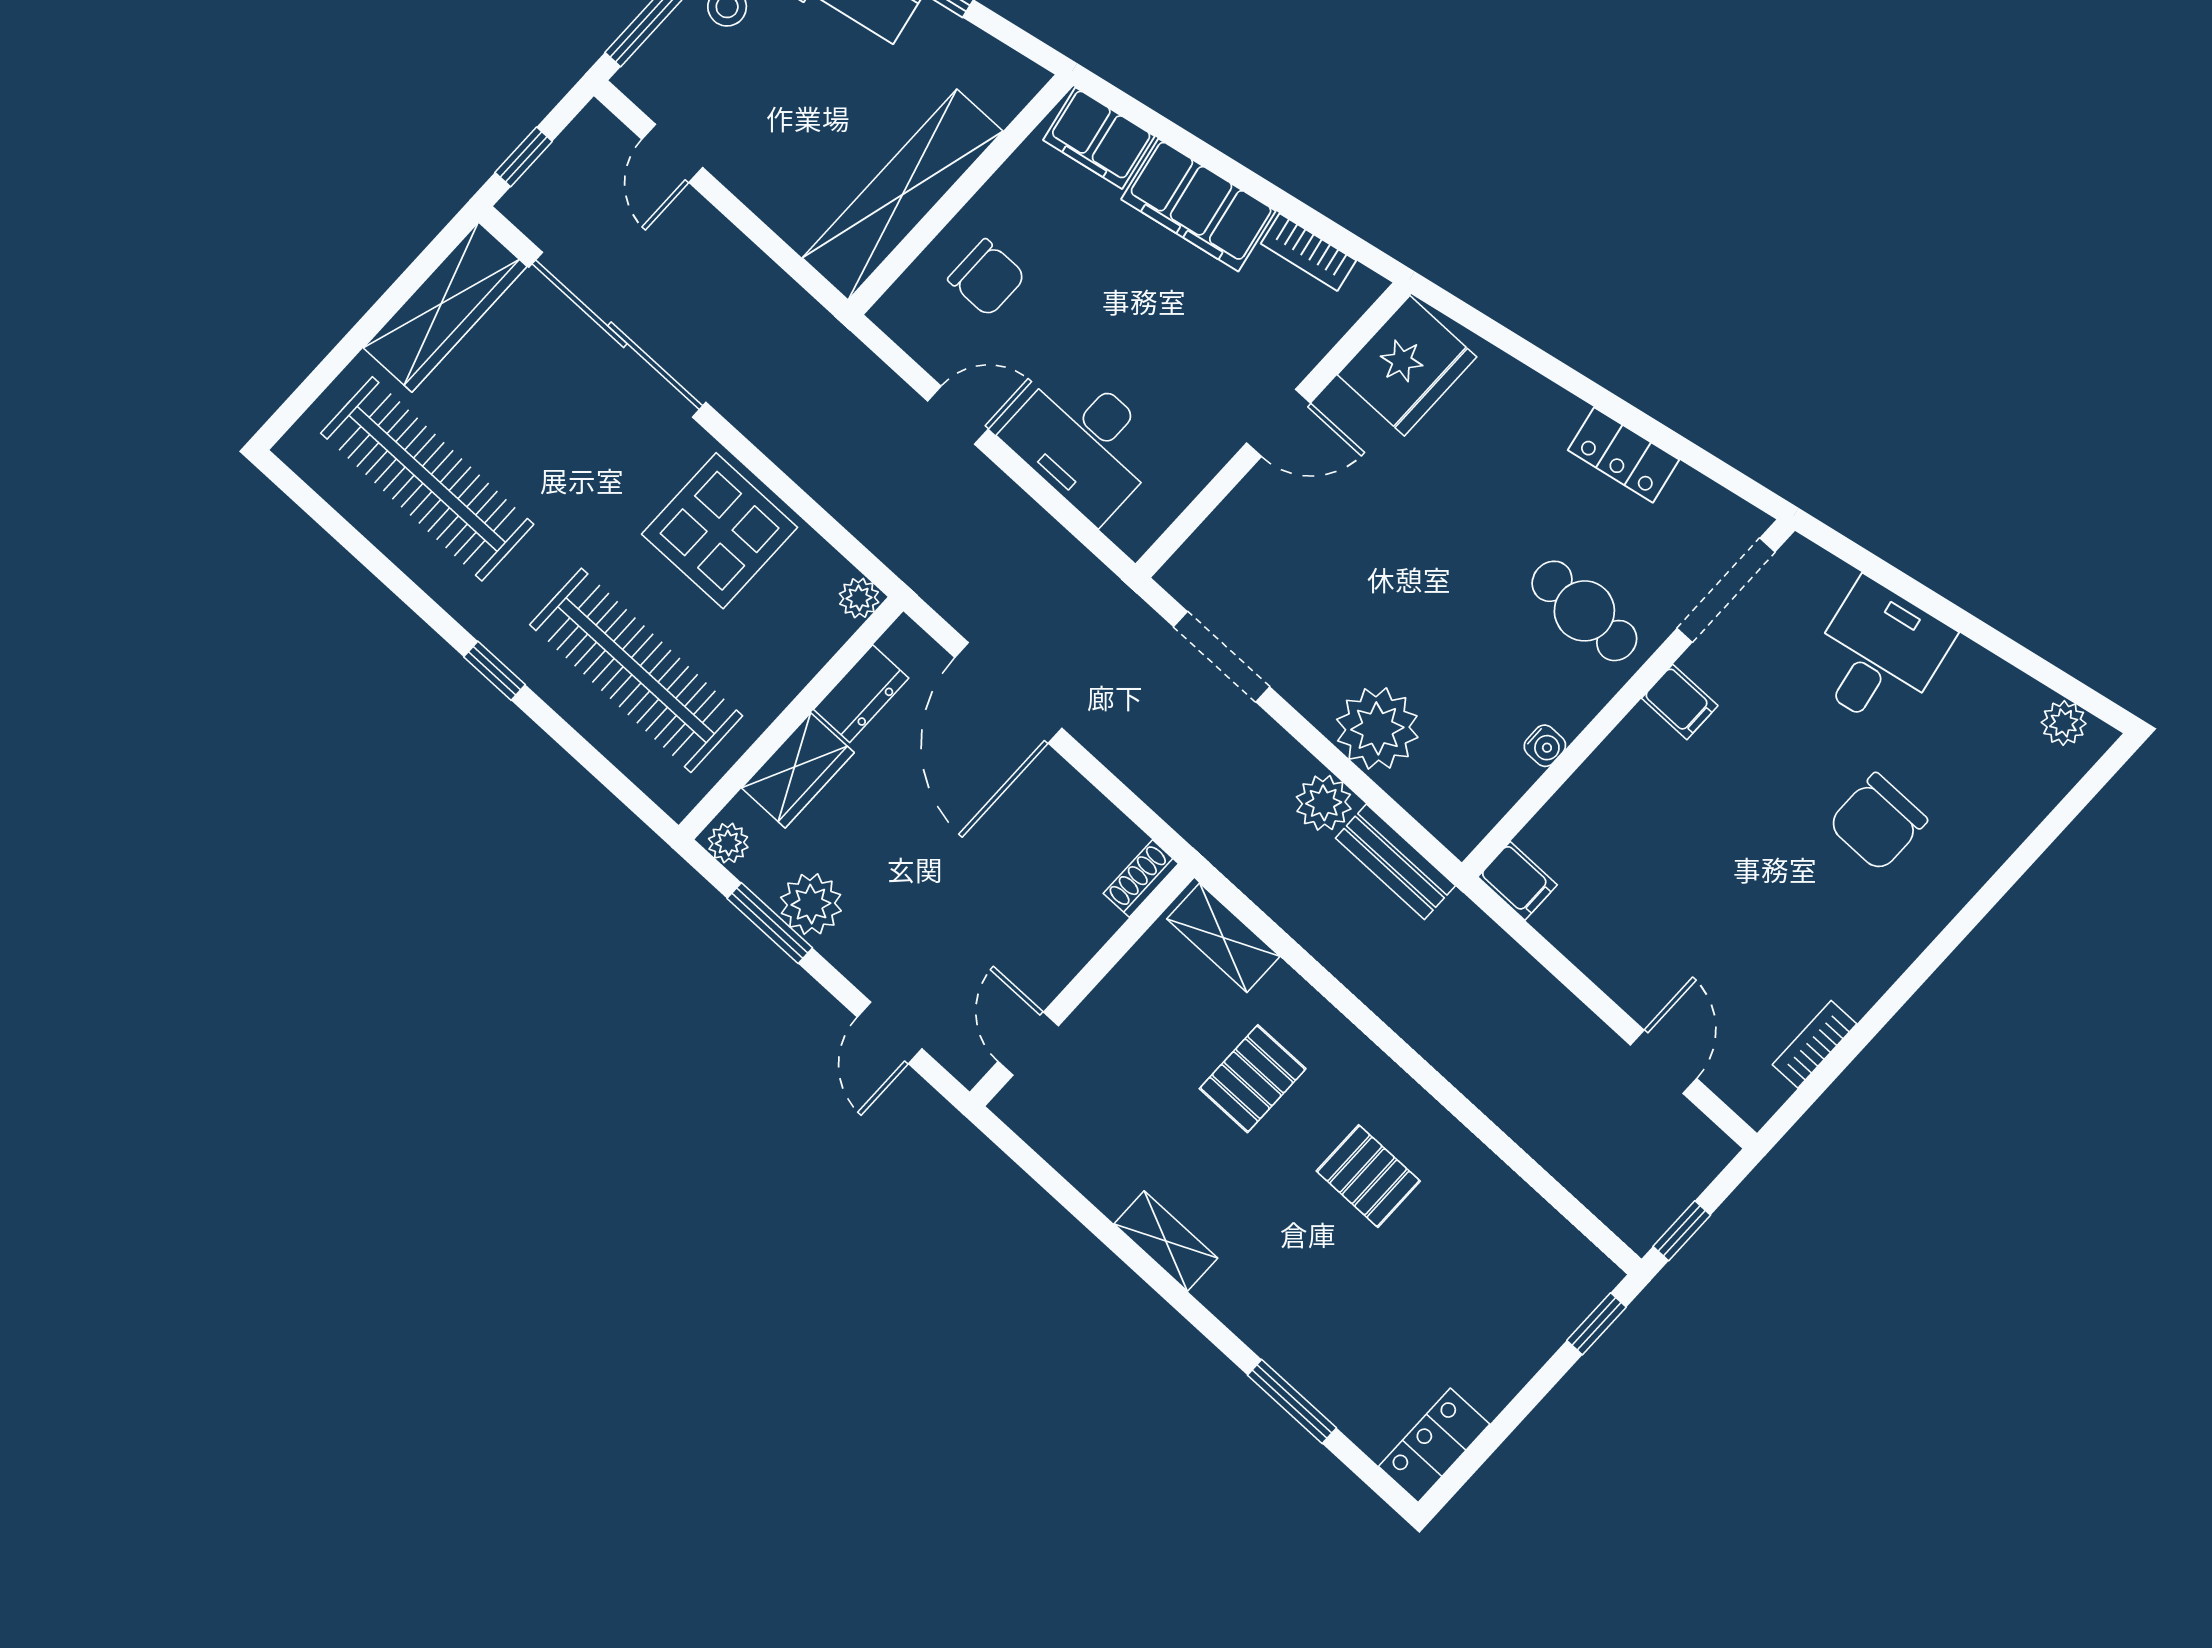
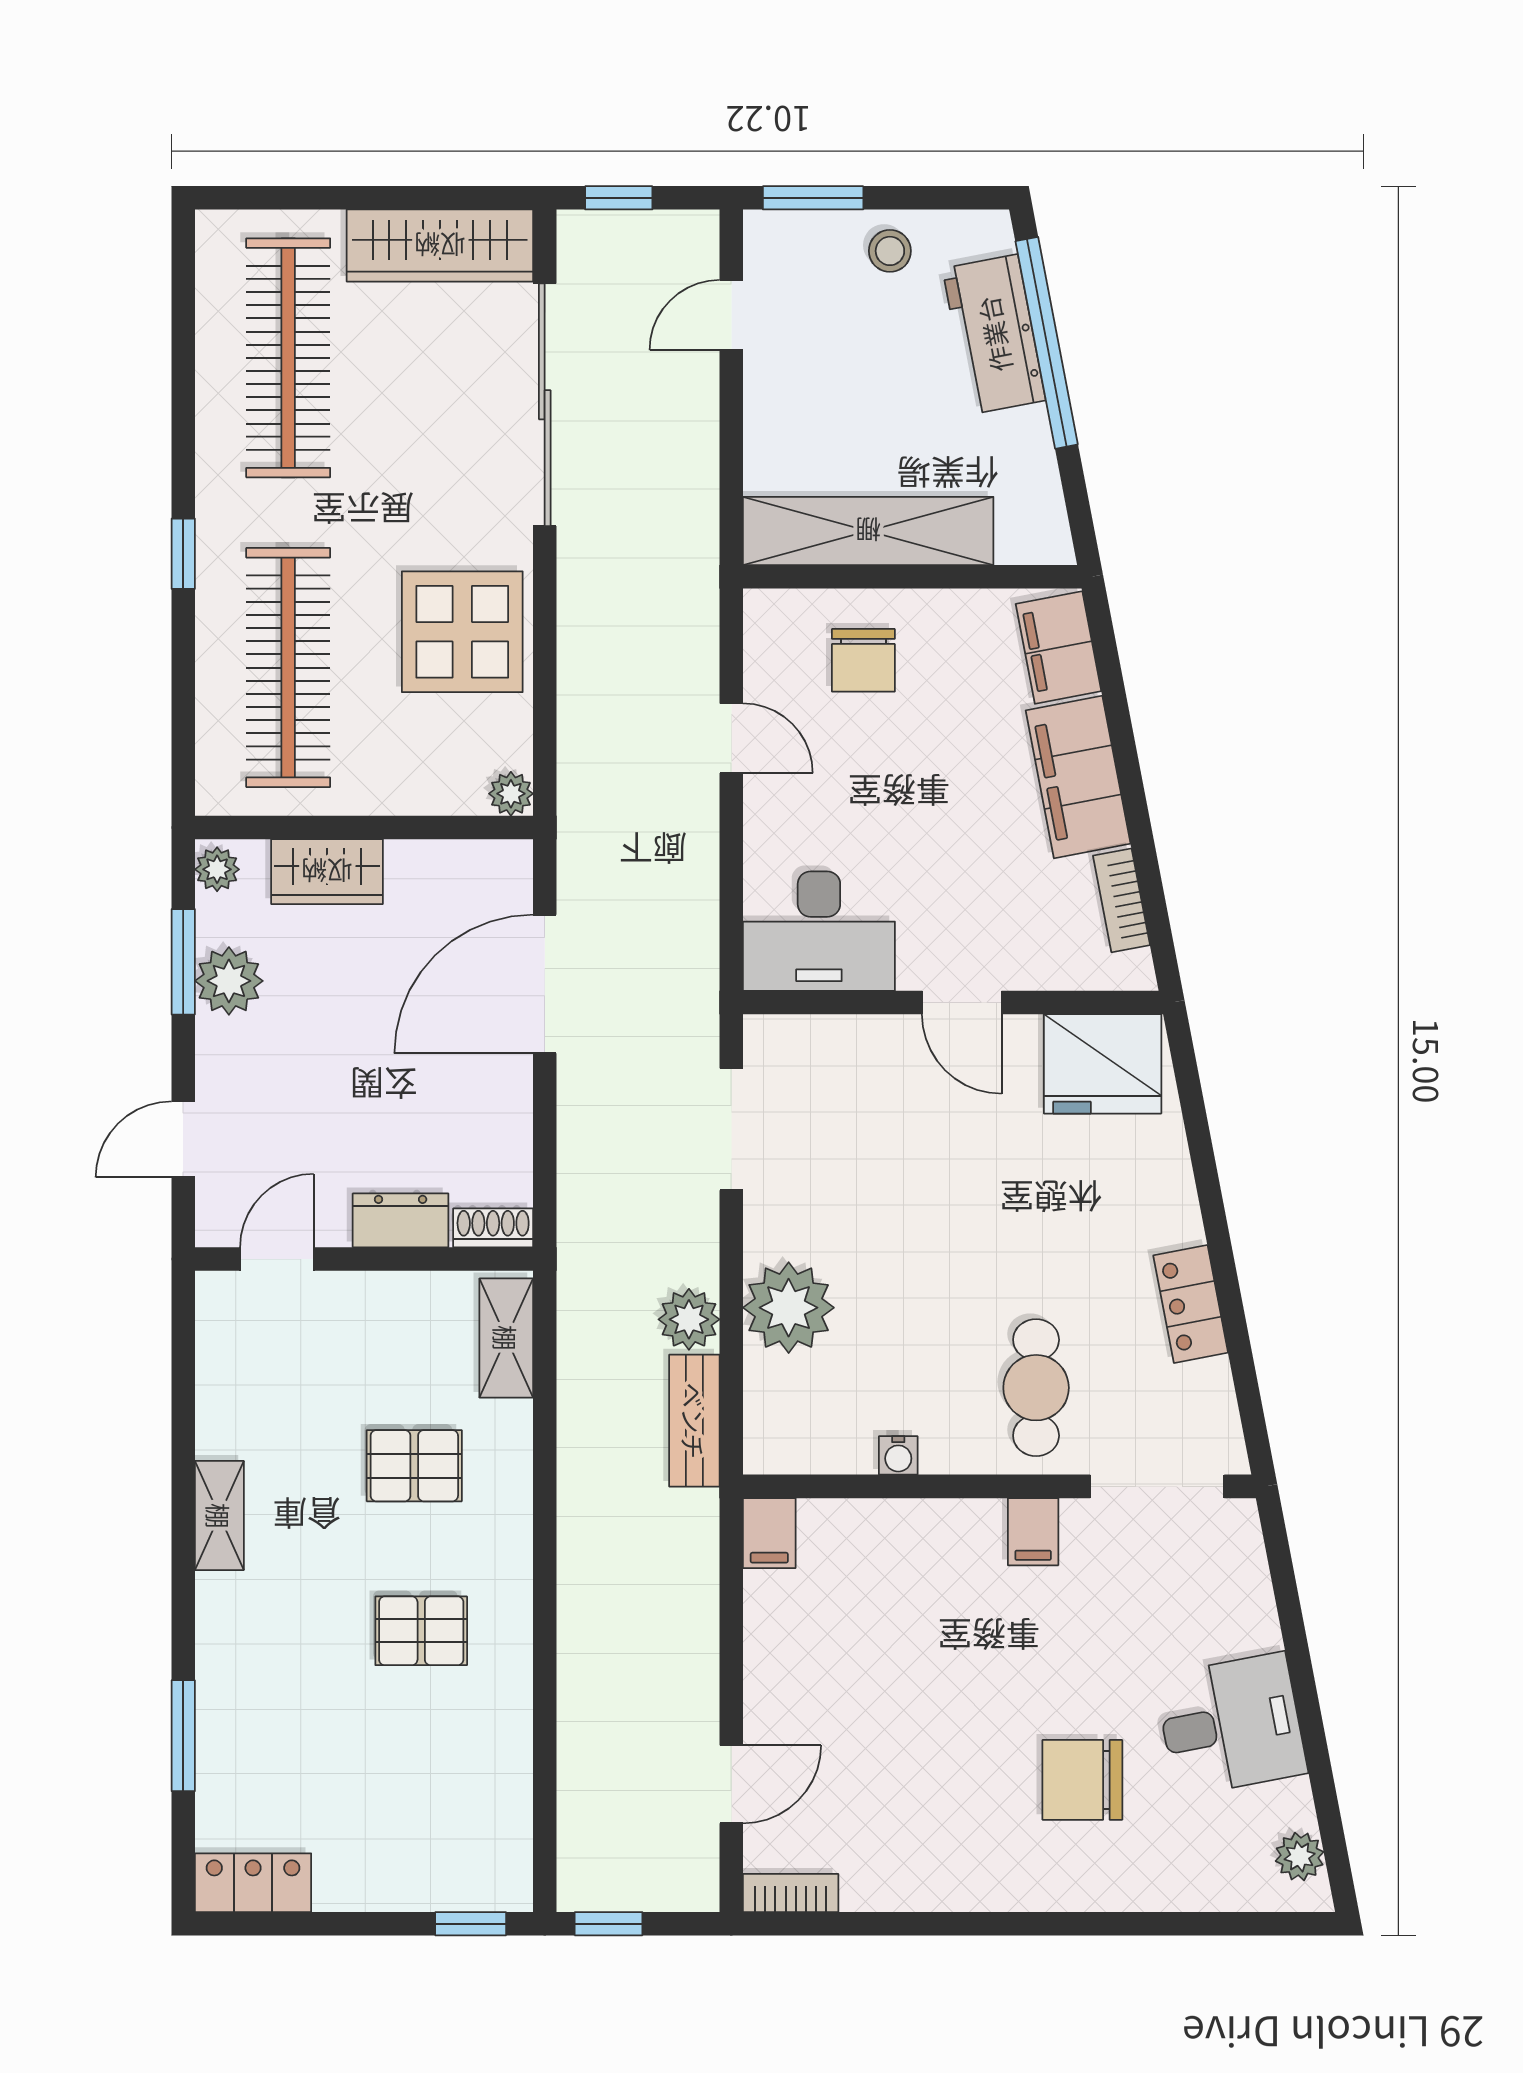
desk: (1084, 442) -> (819, 931), moved, turned -90
desk: (1878, 655) -> (1231, 1725), moved
dresser: (861, 694) -> (401, 1220), moved, turned 180
bookcase: (1814, 1044) -> (791, 1893), moved
pallet: (1368, 1176) -> (421, 1631), turned 90

